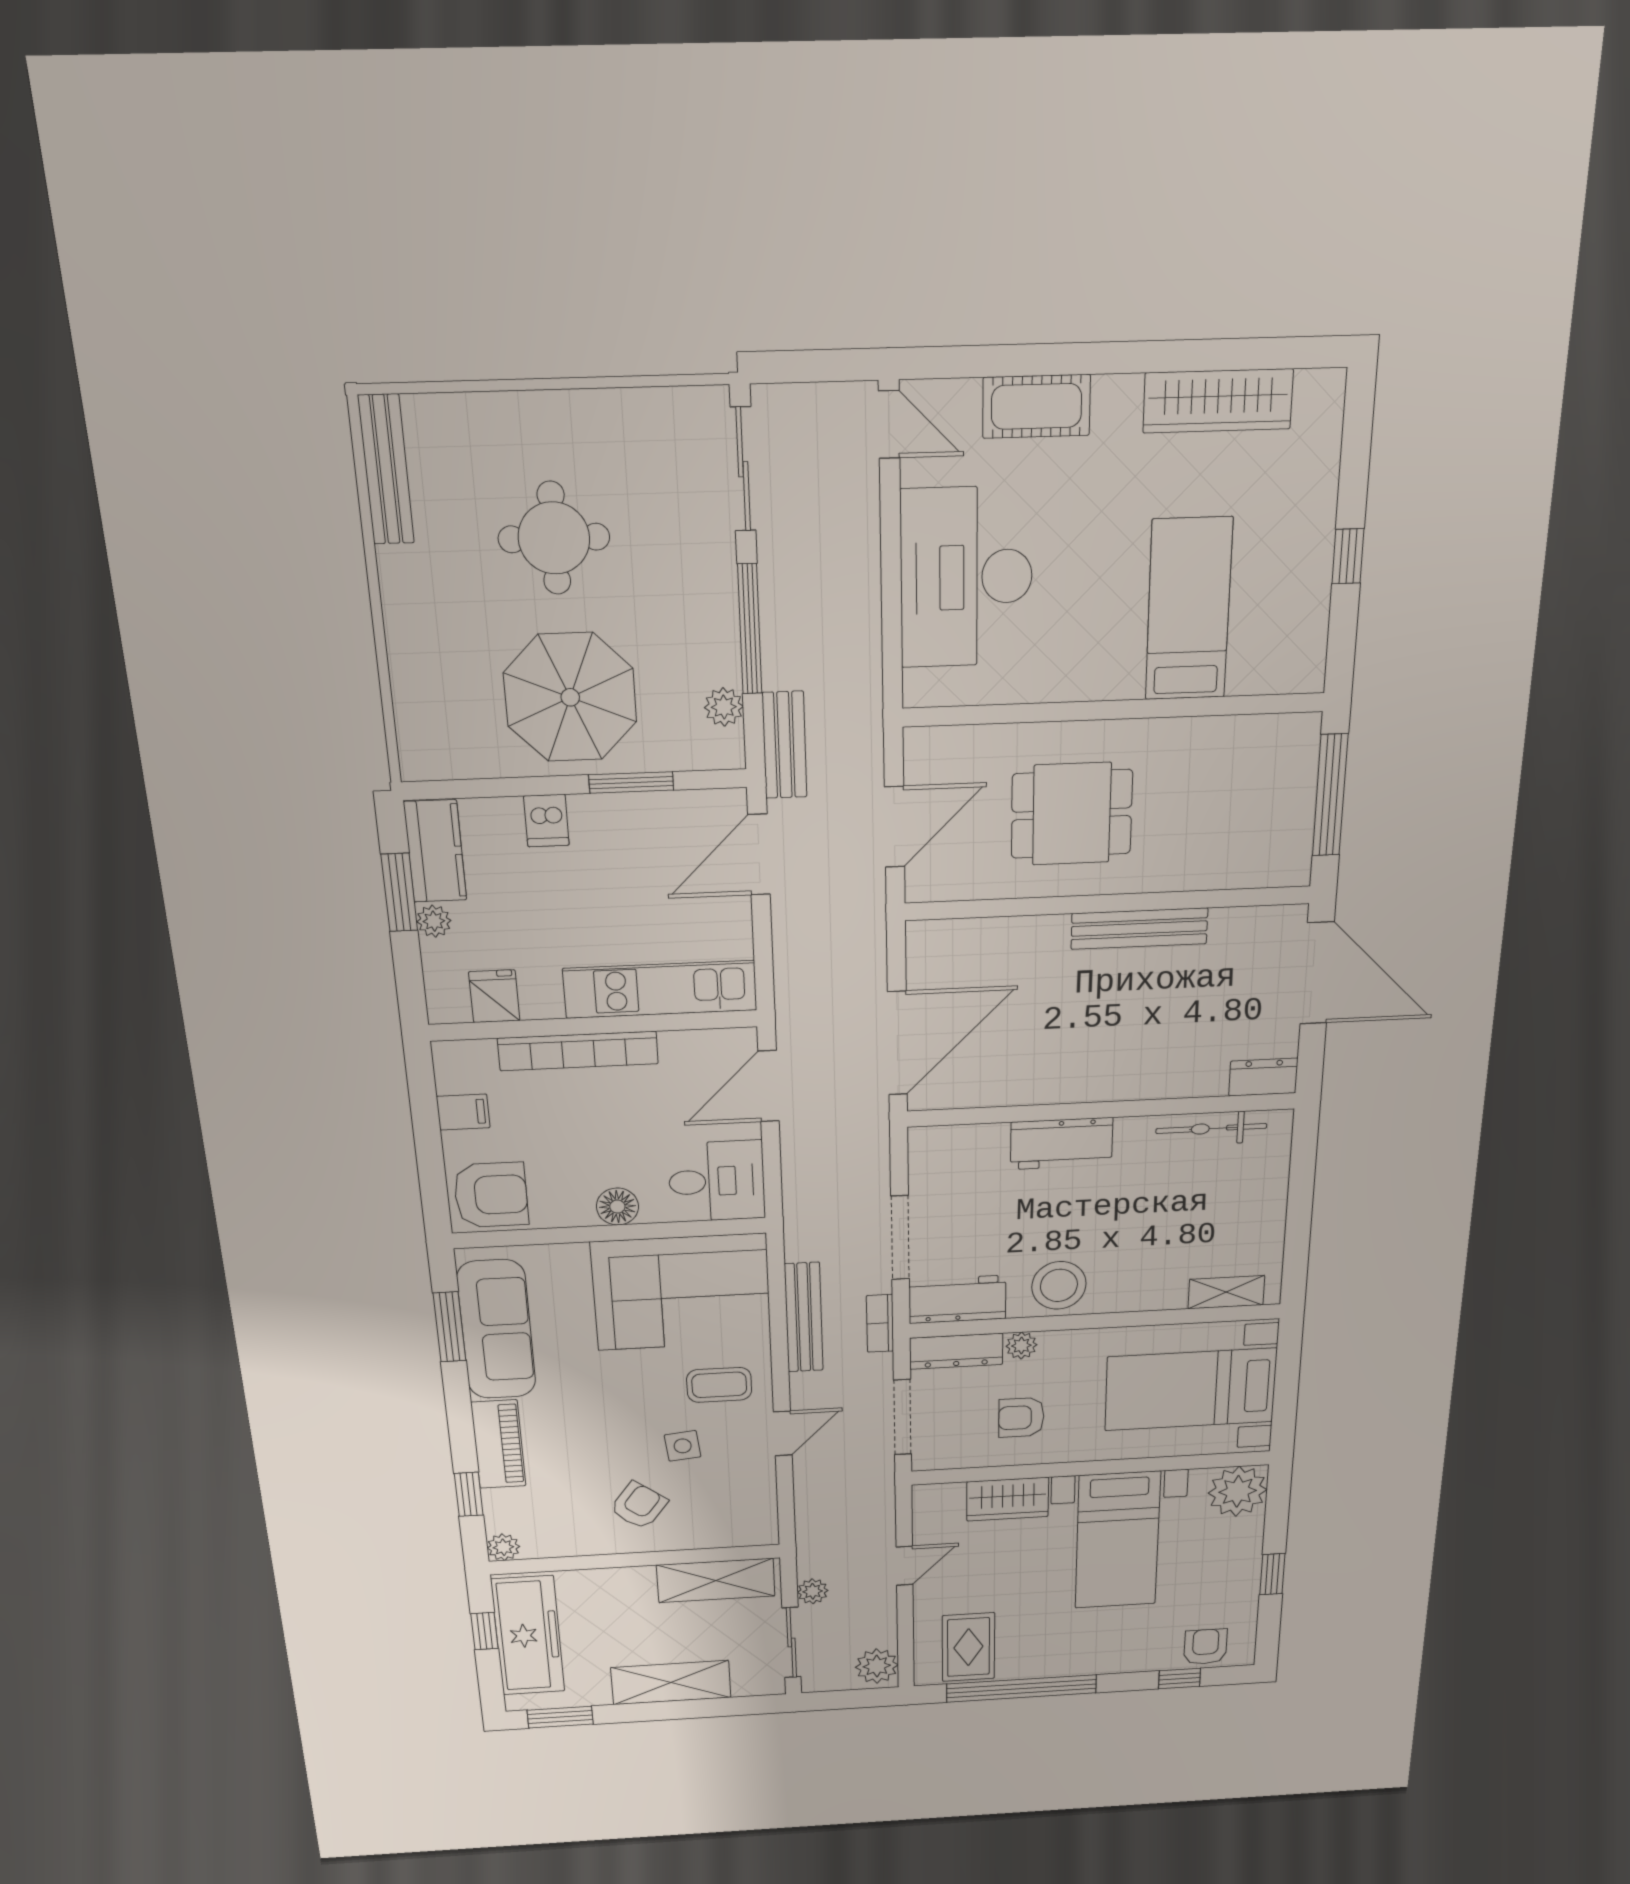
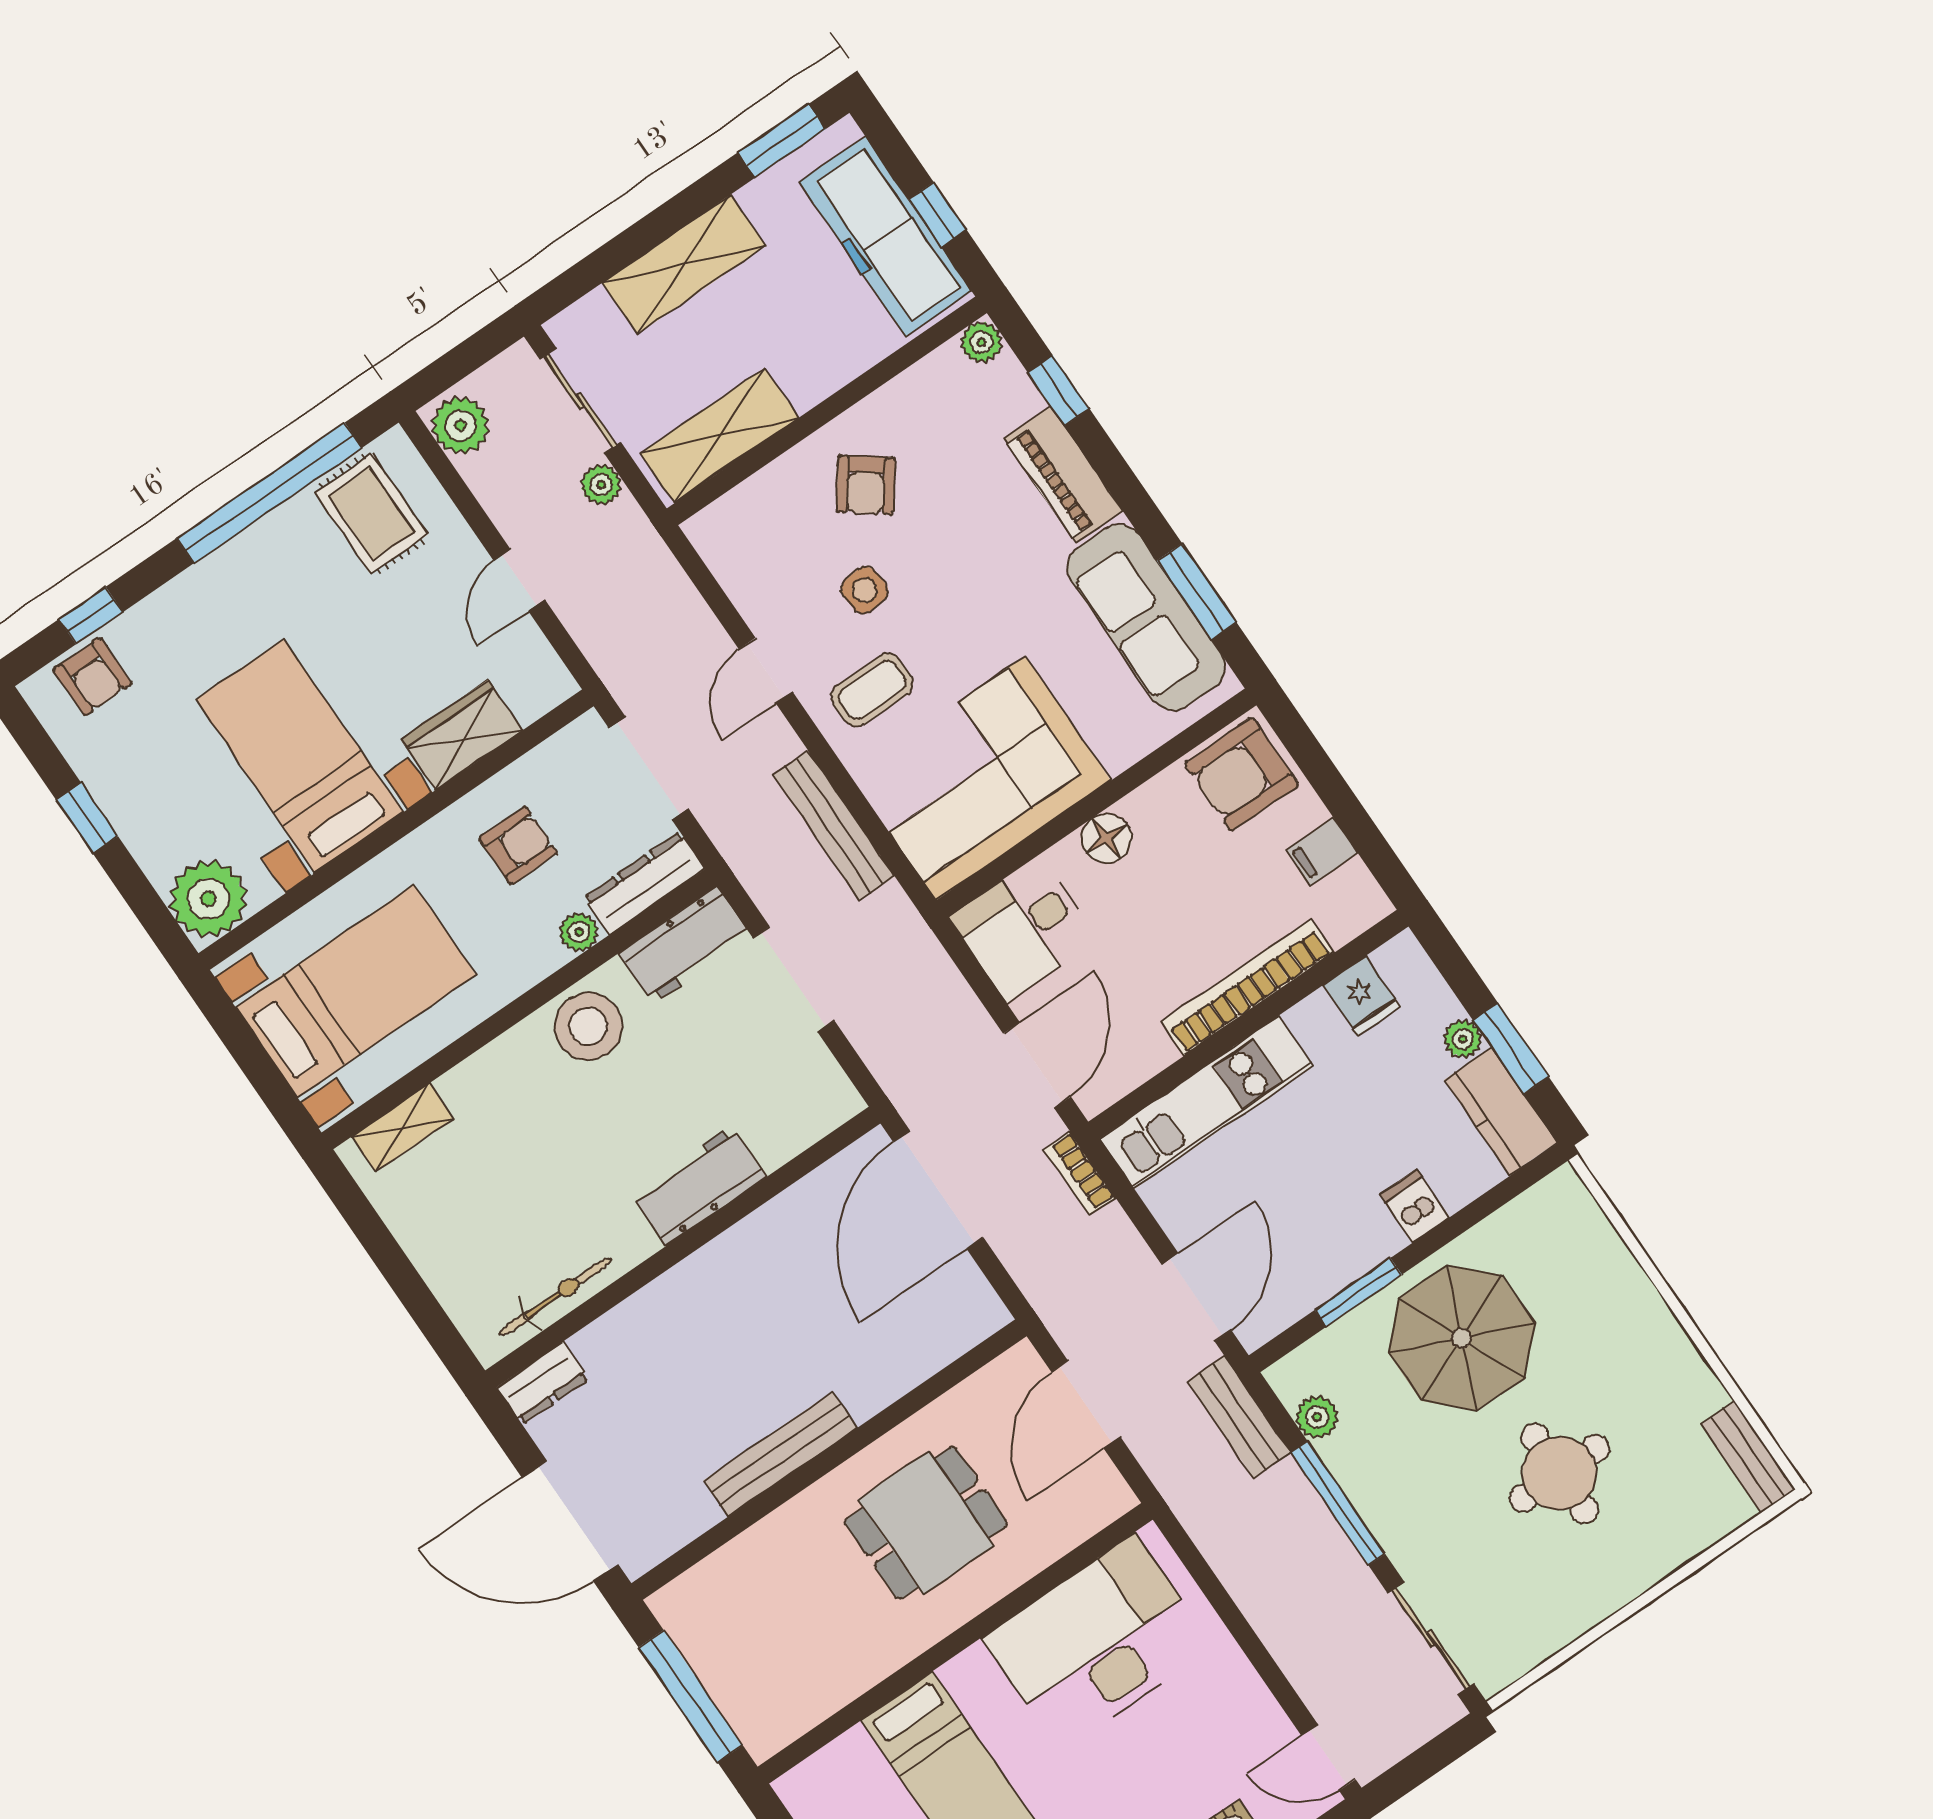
bench: (386, 470) -> (1748, 1457), width x0.73
desk: (966, 577) -> (1097, 1643), moved, turned -90
bookcase: (880, 1323) -> (1080, 1174), moved, turned 180

